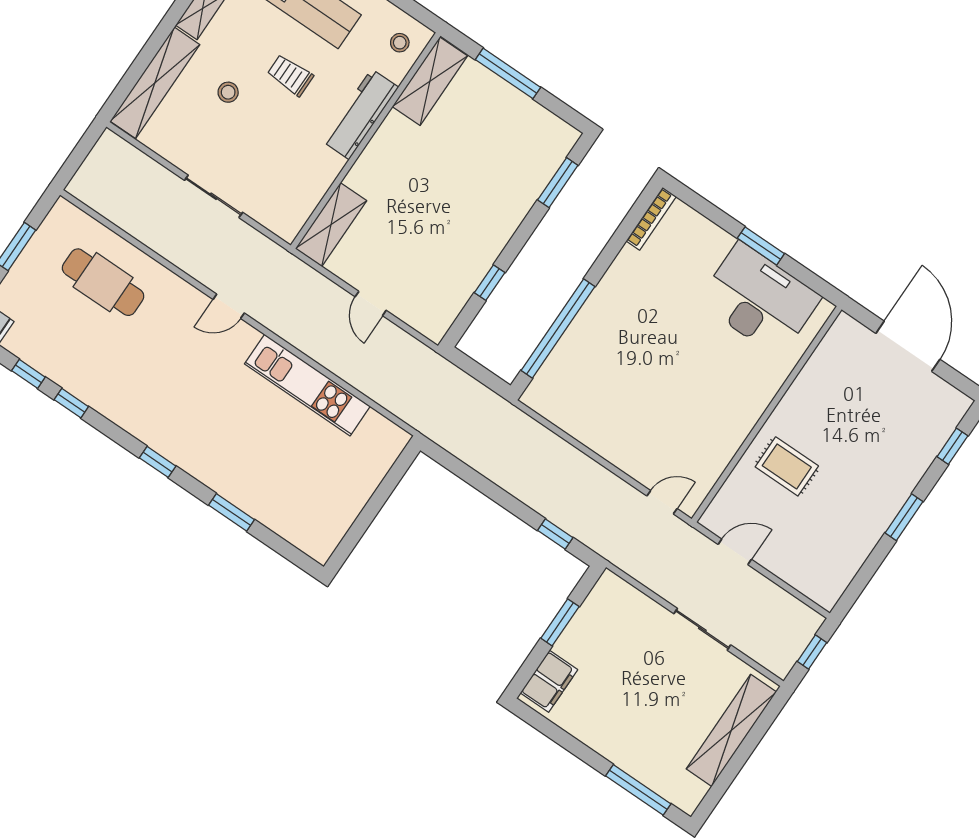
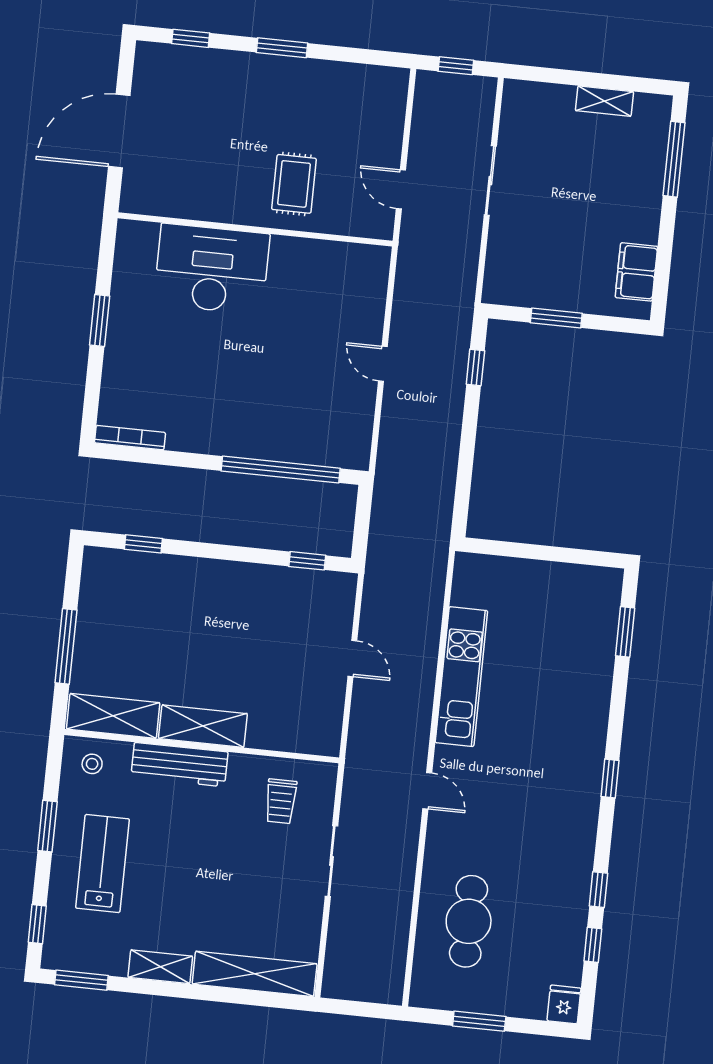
trolley: (290, 75) -> (281, 801), moved
stool: (228, 92) -> (226, 900), removed
window: (558, 183) -> (143, 544), width x0.67
shelving: (331, 225) -> (203, 726), moved
window: (490, 283) -> (307, 561), moved
desk: (759, 300) -> (212, 269), moved, turned 90
door: (371, 304) -> (352, 659), hinge flipped
door: (662, 502) -> (383, 364), moved
window: (232, 512) -> (625, 632), moved
filing cabinet: (549, 681) -> (636, 272), moved, turned -90
shelving: (731, 730) -> (604, 101), width x0.45, depth x0.75

